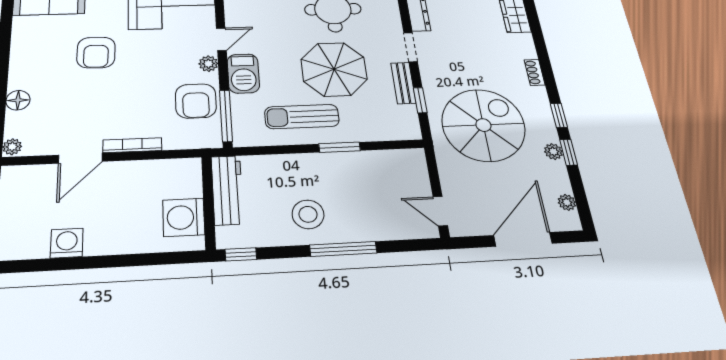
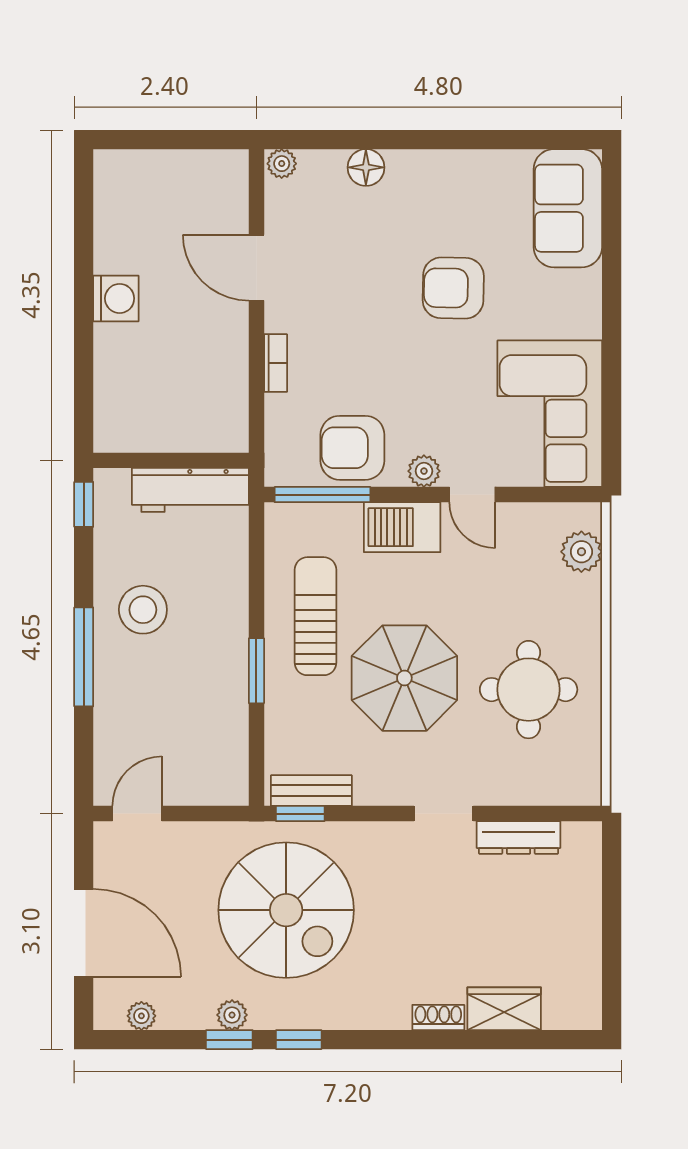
shoe rack: (535, 72) -> (438, 1017), moved
bench: (403, 83) -> (311, 791), moved
window: (420, 100) -> (300, 814), moved
bookcase: (132, 145) -> (276, 363), width x0.64
washing machine: (184, 217) -> (148, 423), removed
washing machine: (67, 243) -> (116, 298), moved

